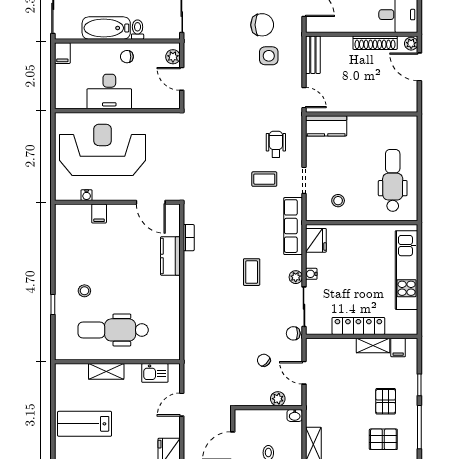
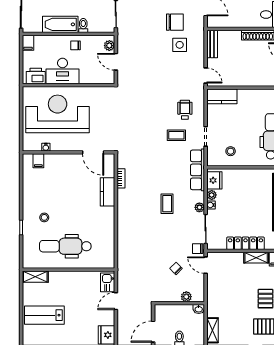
printer: (73, 98) -> (36, 76), added
filing cabinet: (99, 214) -> (38, 161), moved
plant: (312, 260) -> (212, 195), added
shelving: (106, 371) -> (35, 277), moved
kitchen sink: (155, 373) -> (108, 282), moved, turned 90
door: (304, 373) -> (206, 265), moved

